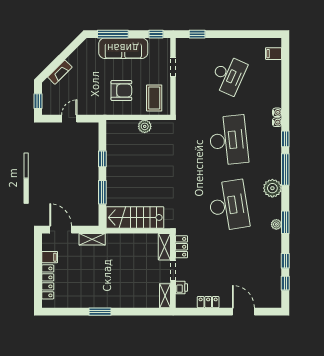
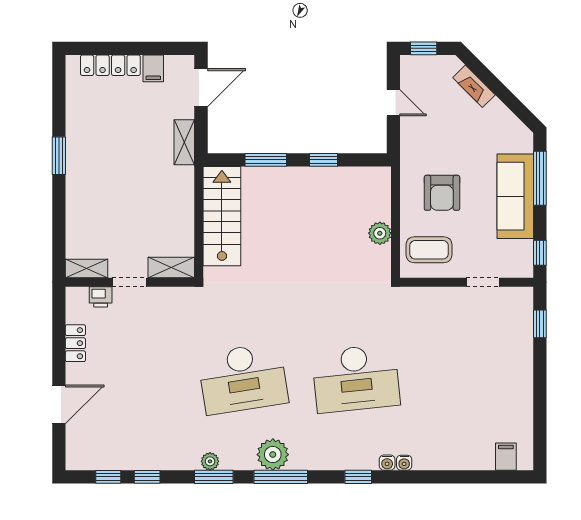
desk: (229, 75) -> (469, 378), removed
window: (285, 169) -> (281, 477), moved
locker: (181, 247) -> (171, 297), removed

